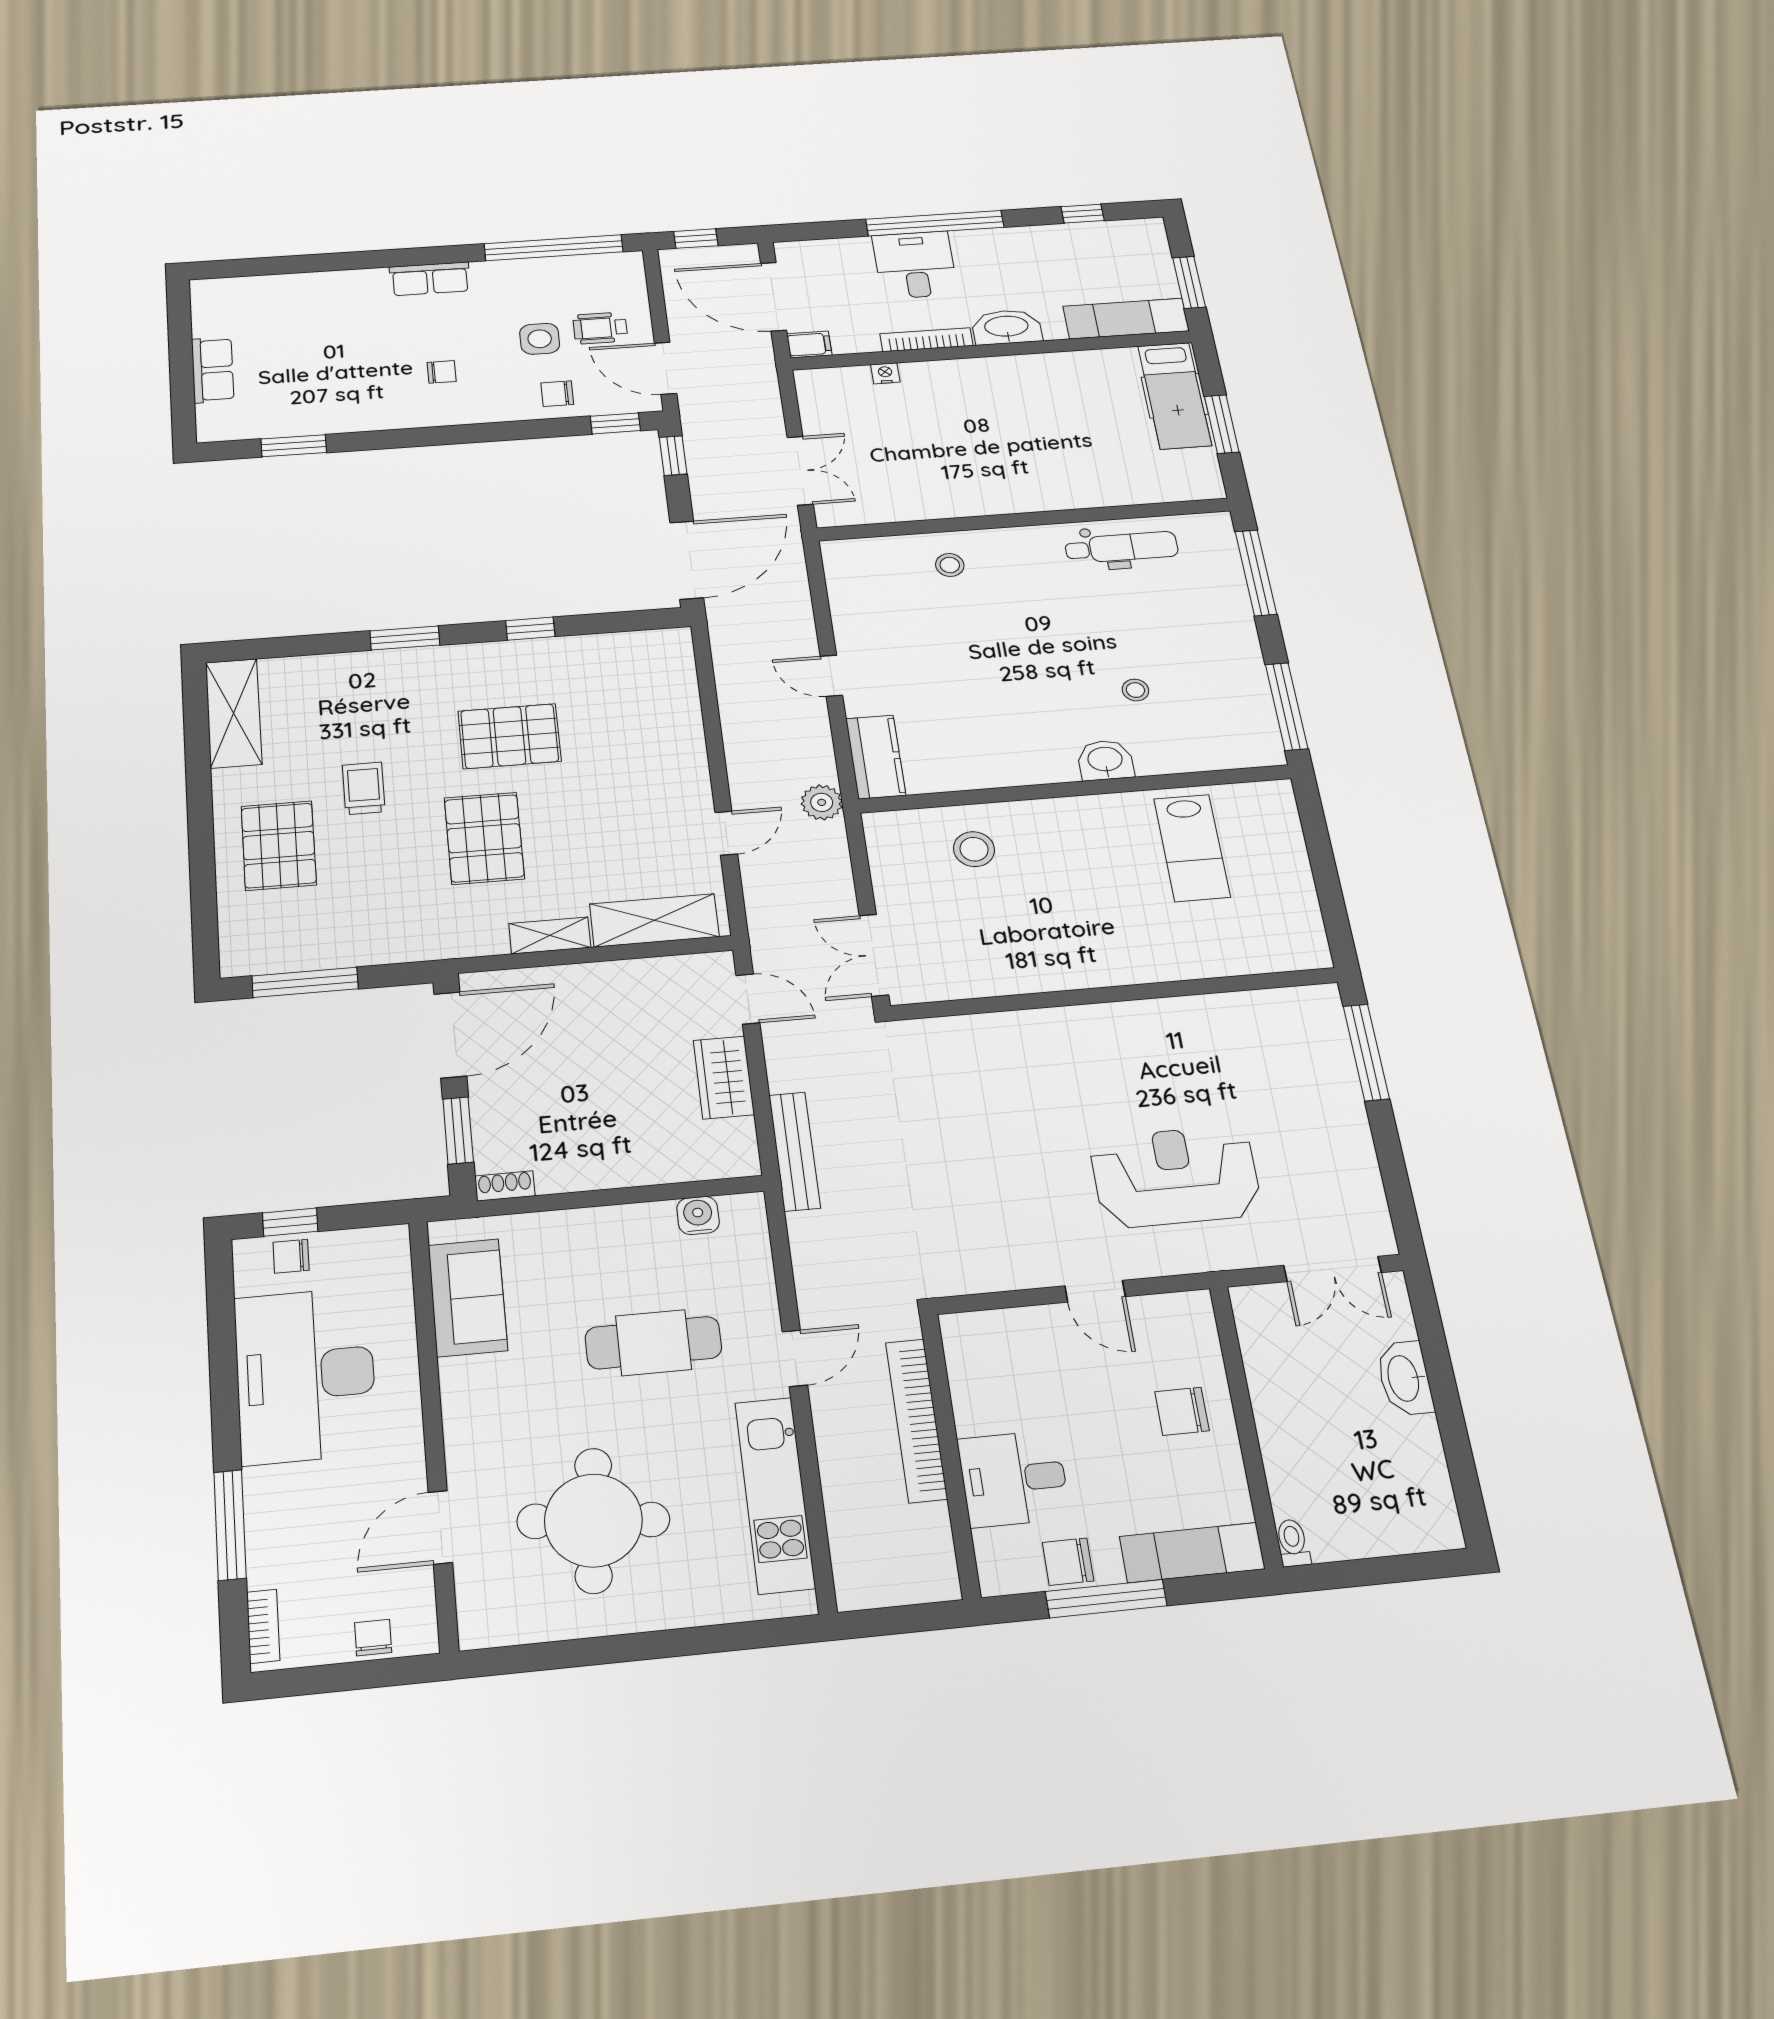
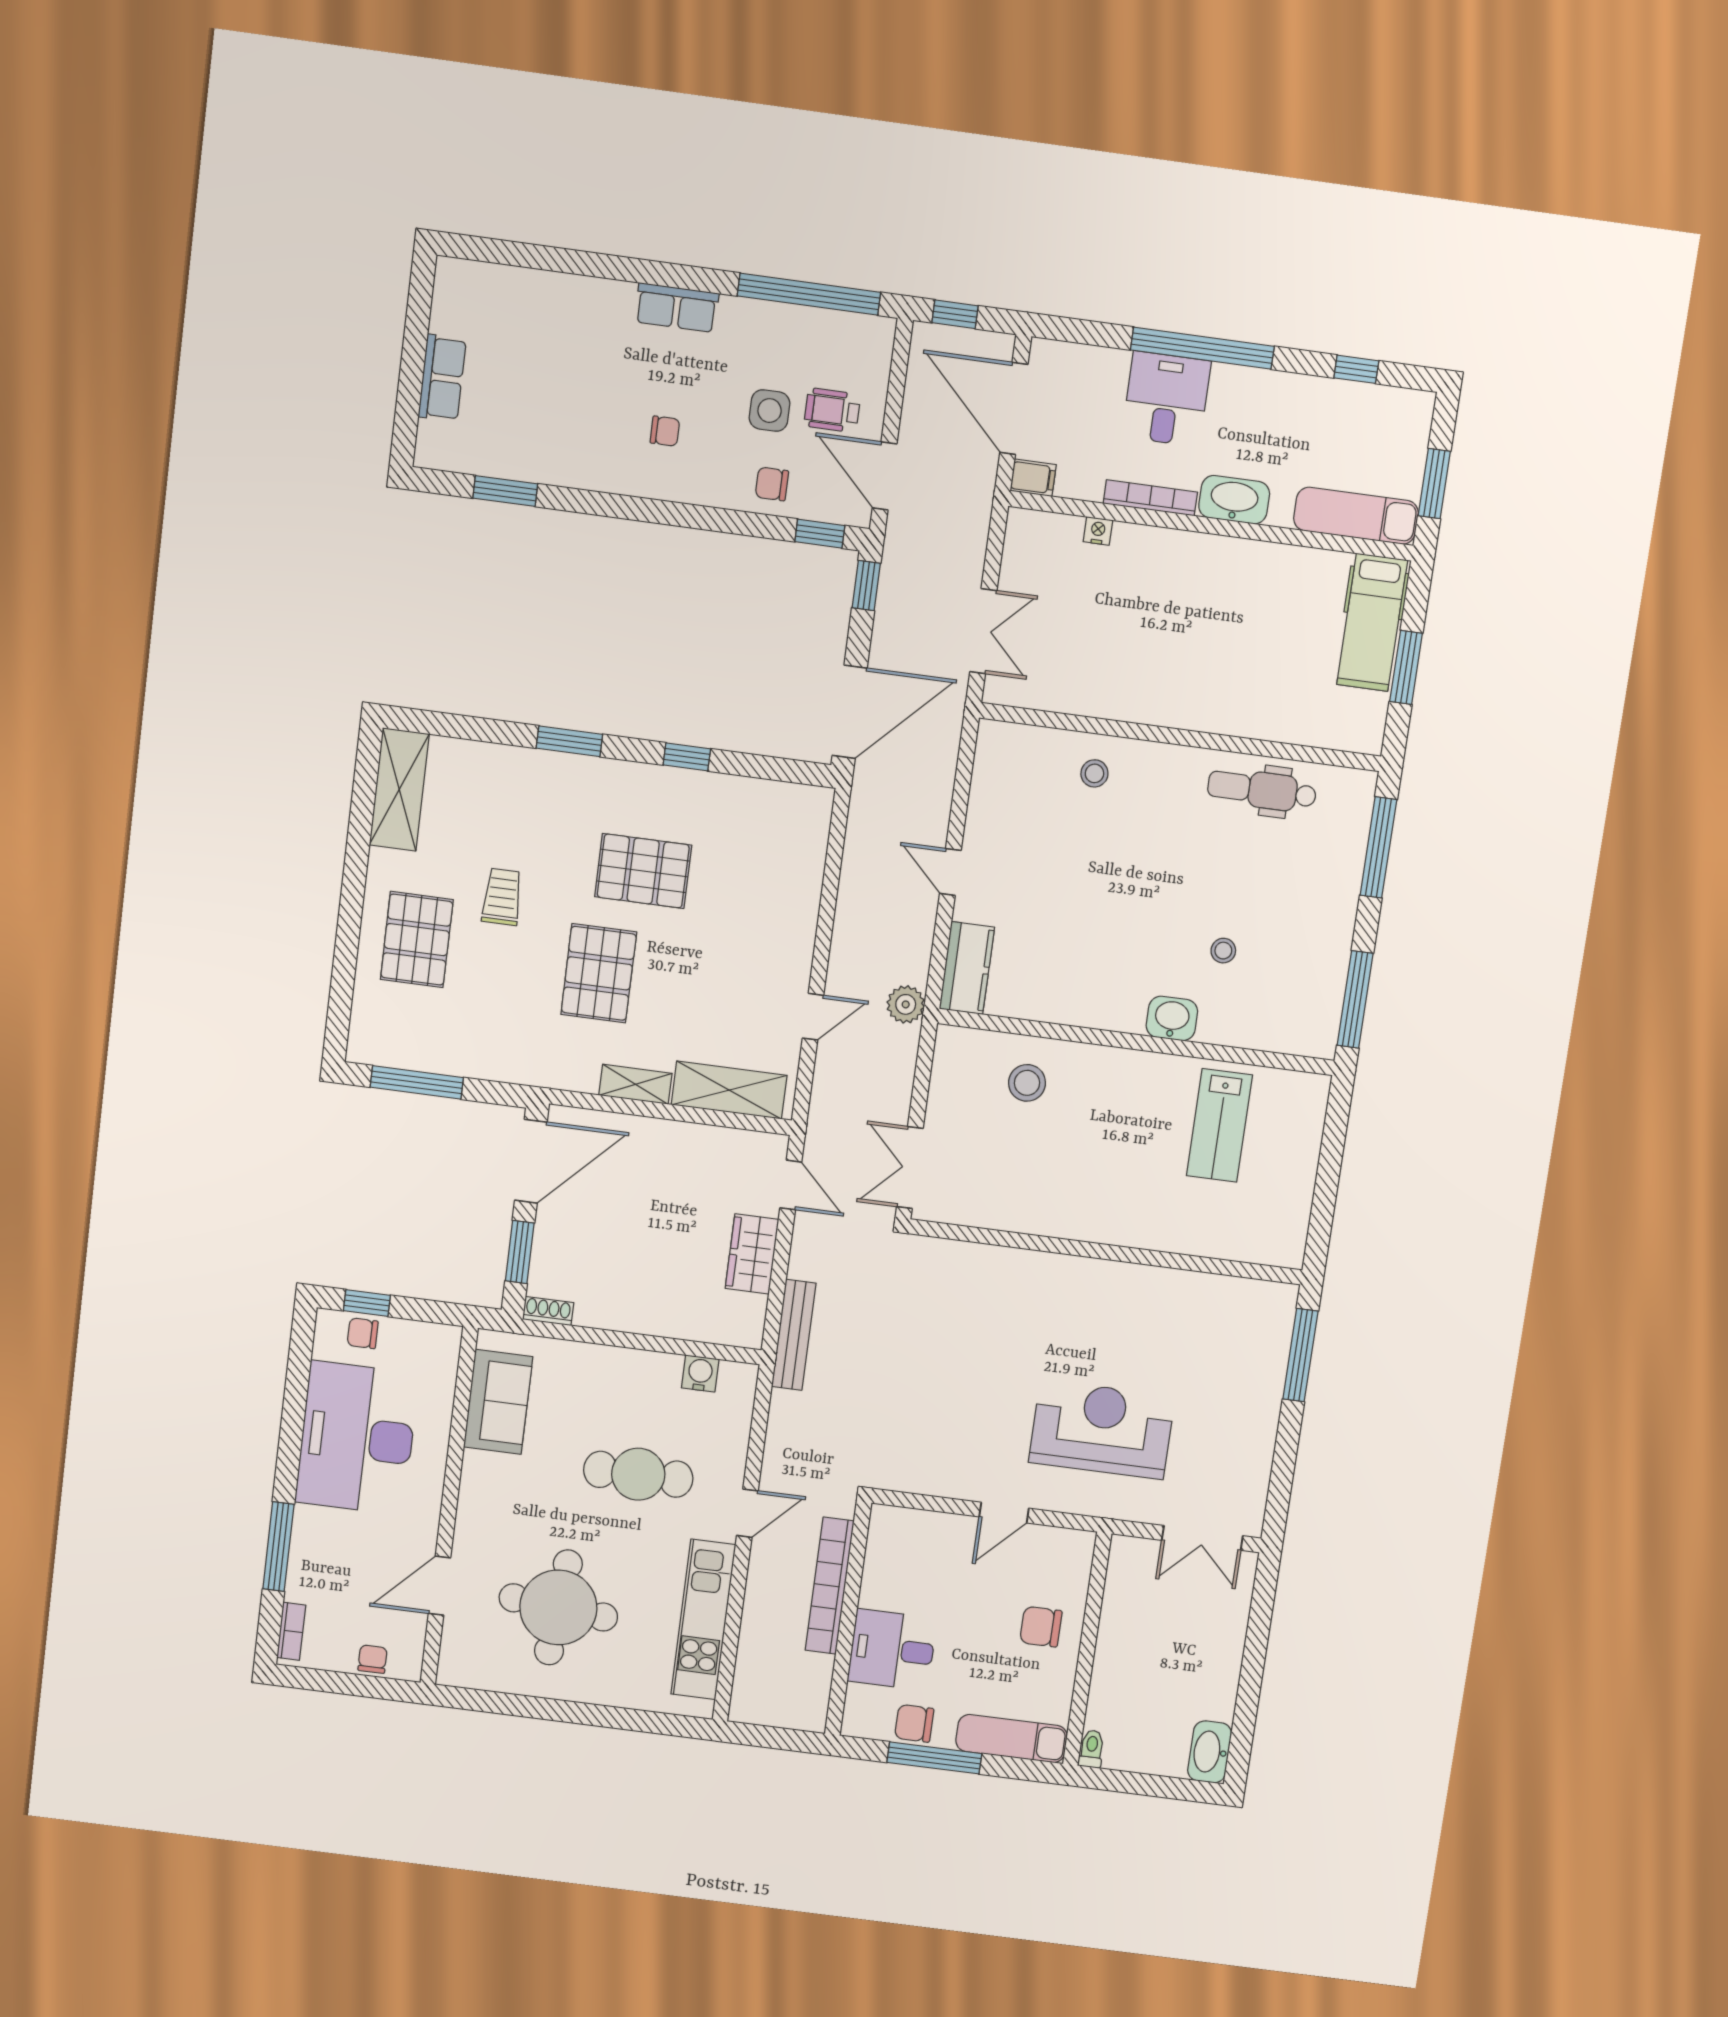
dental chair: (1122, 547) -> (1262, 790), turned 180
door: (1095, 1291) -> (1004, 1513), hinge flipped
washbasin: (1405, 1378) -> (1210, 1752), moved

